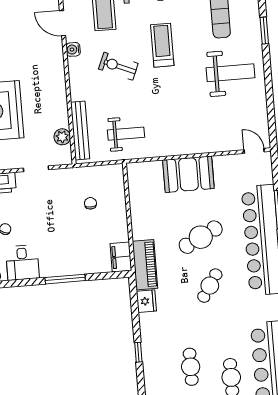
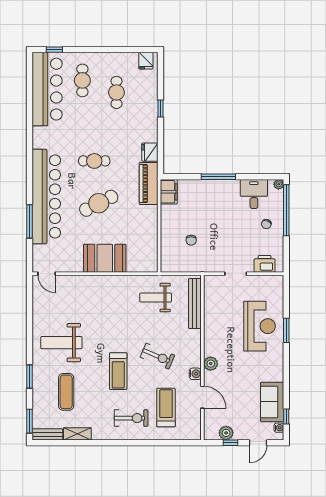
plant: (62, 137) -> (211, 364), moved
cafe table: (210, 286) -> (94, 161), turned 57

